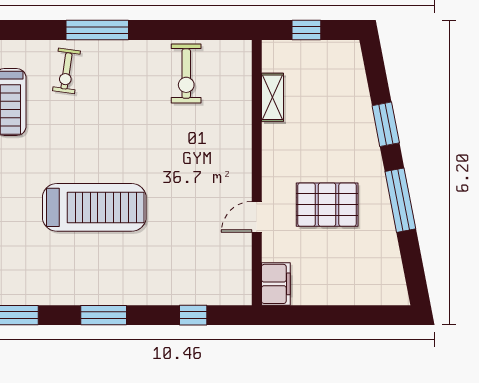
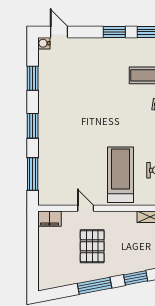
treadmill: (94, 207) -> (121, 175), moved, turned 180
window: (193, 315) -> (33, 174), width x2.17

